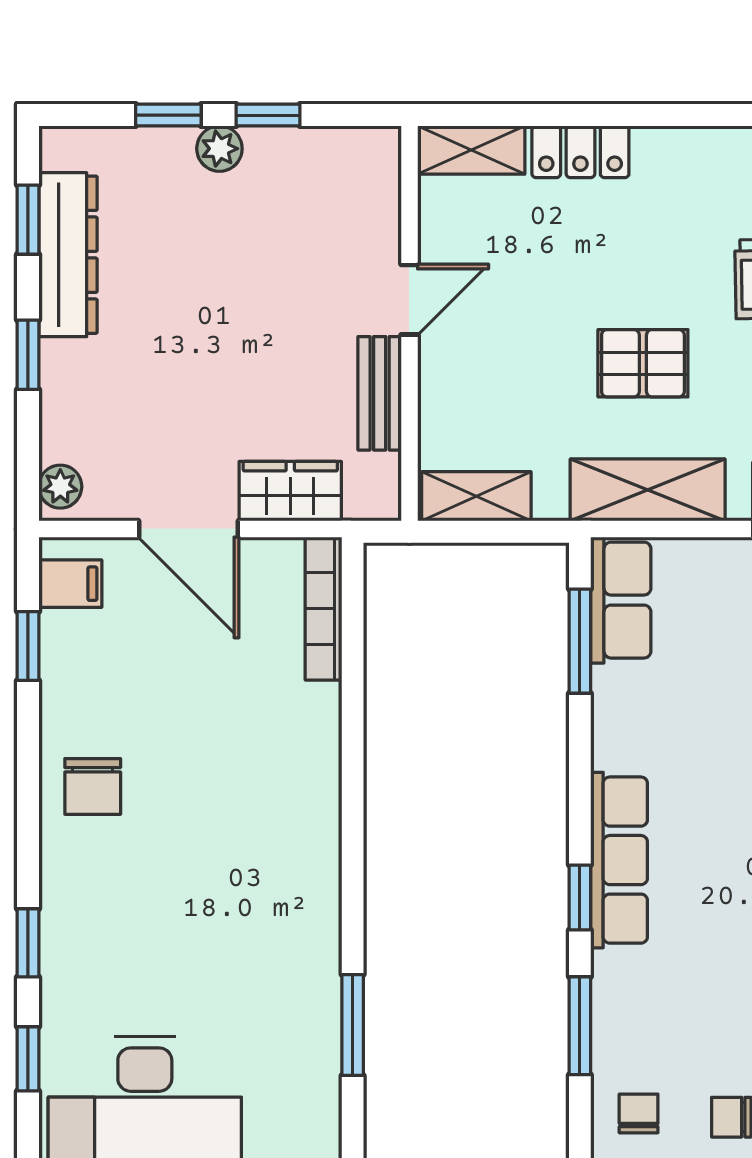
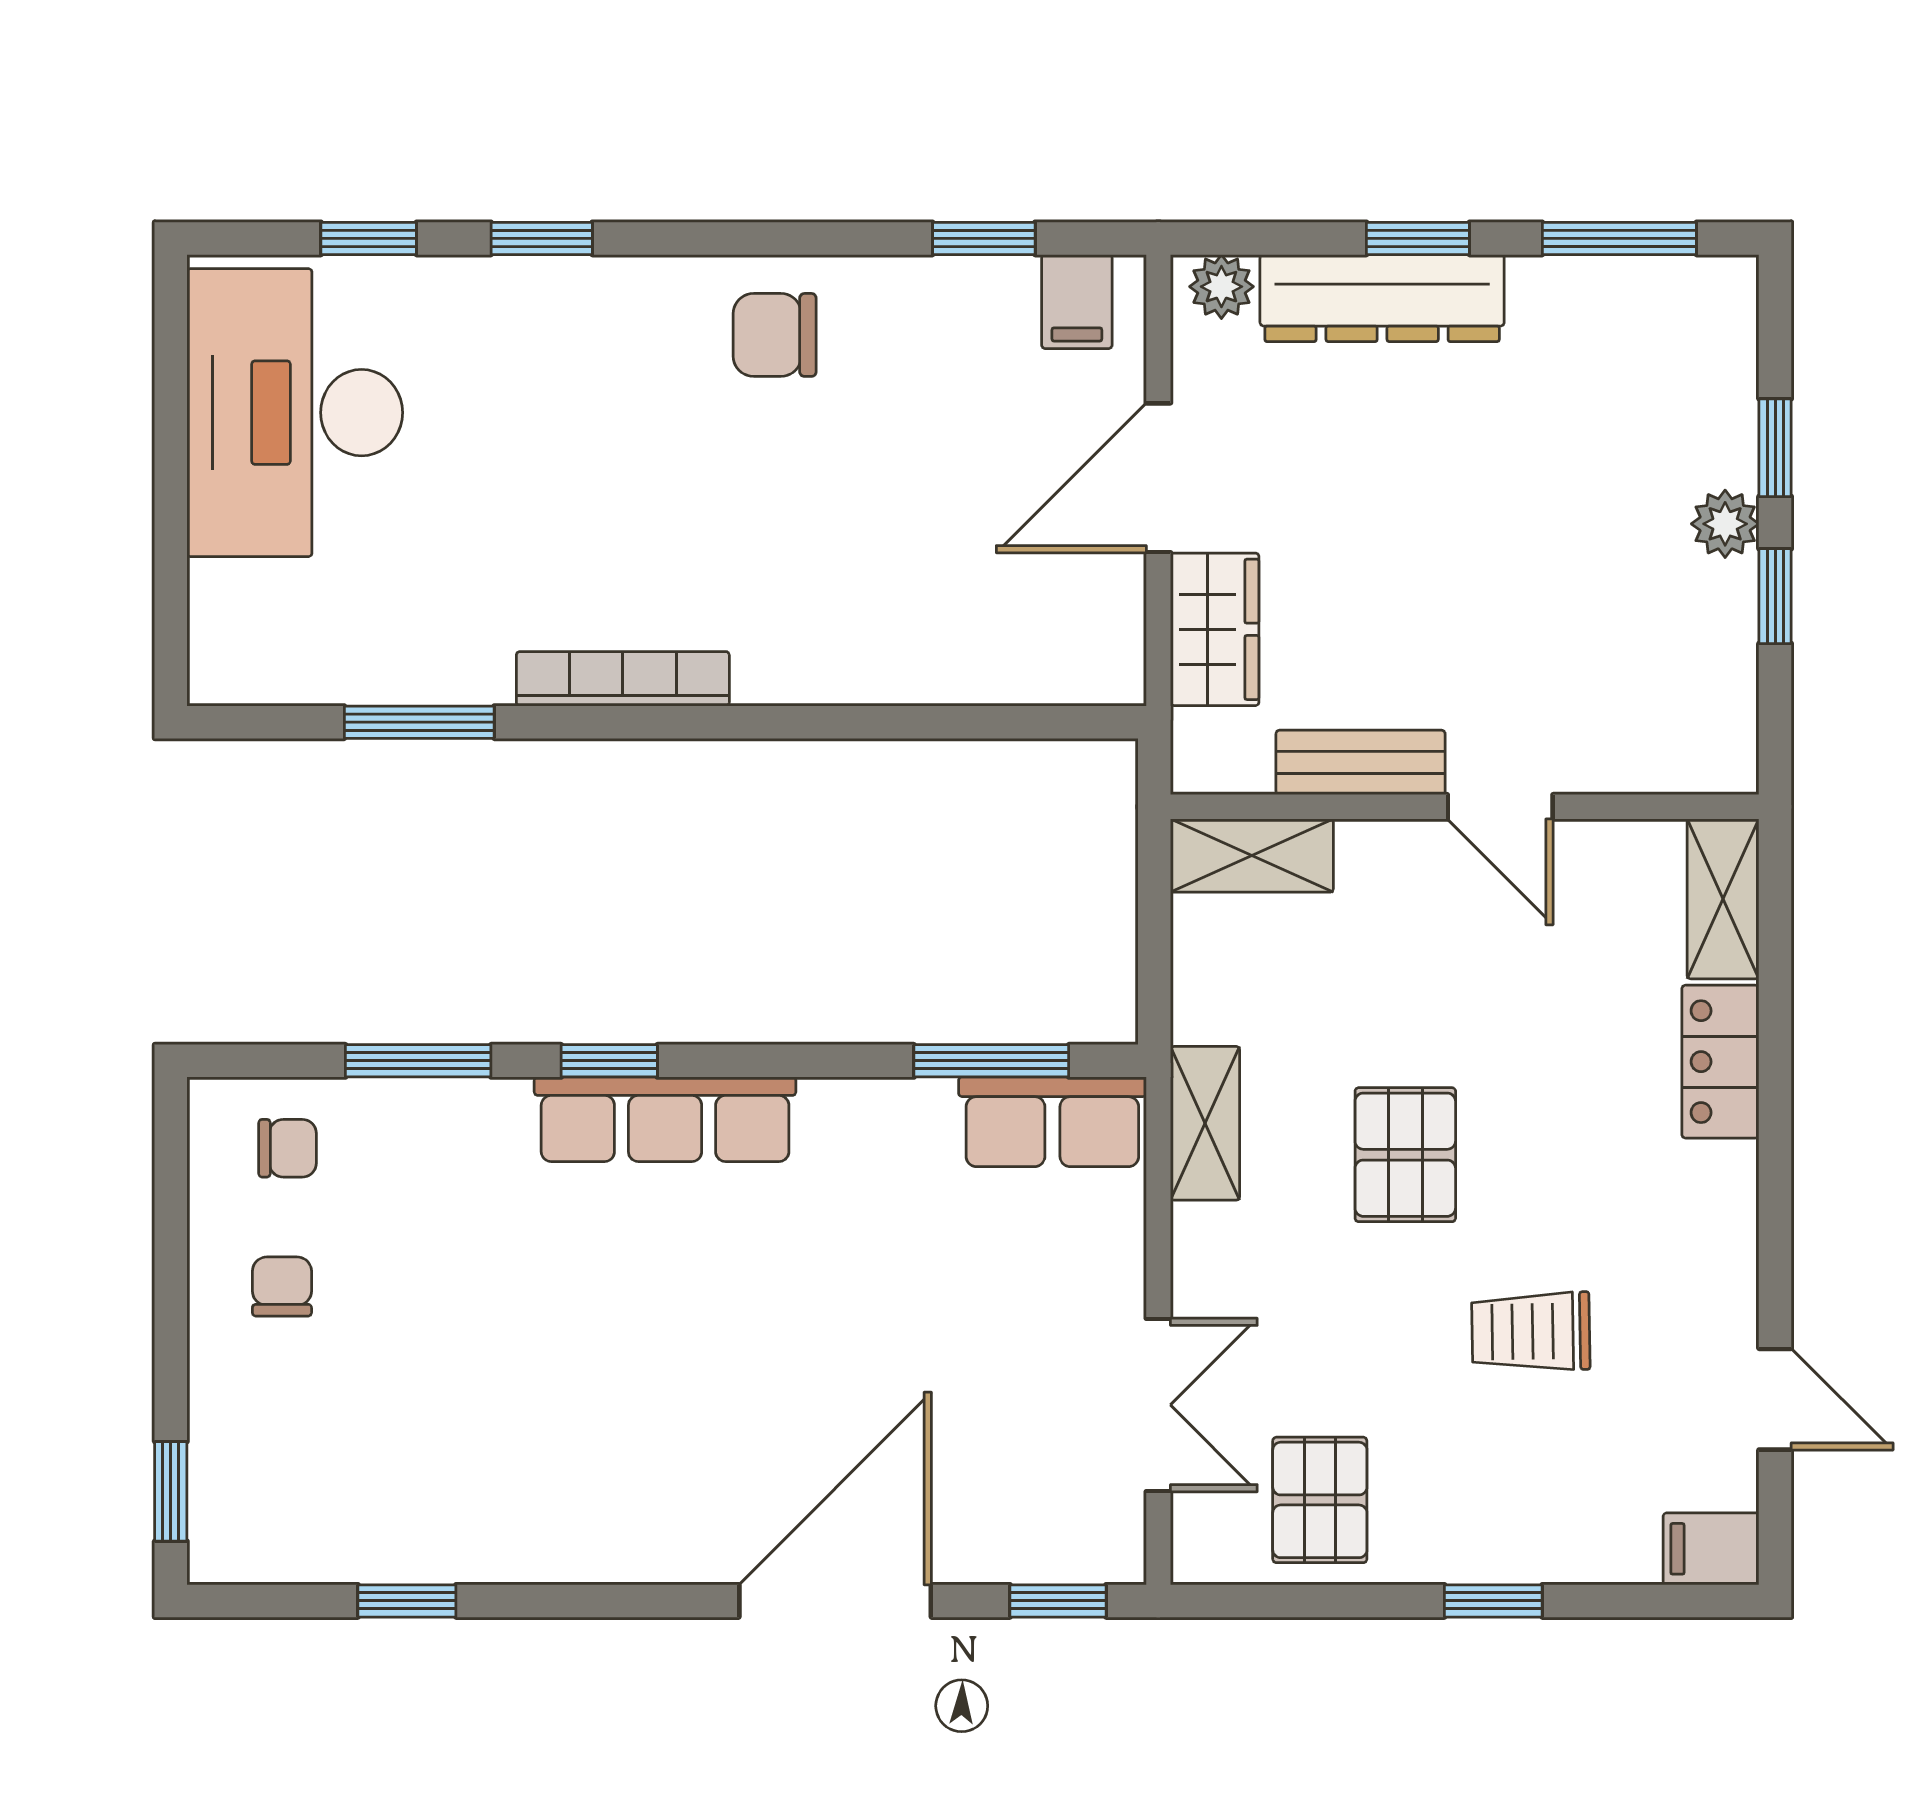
window: (28, 220) -> (1619, 238), width x1.50
dresser: (68, 255) -> (1382, 298), moved
shelving: (648, 490) -> (1205, 1123), width x0.67, depth x0.75
shelving: (476, 496) -> (1252, 856), moved, turned 90
bookcase: (323, 609) -> (623, 679), moved

